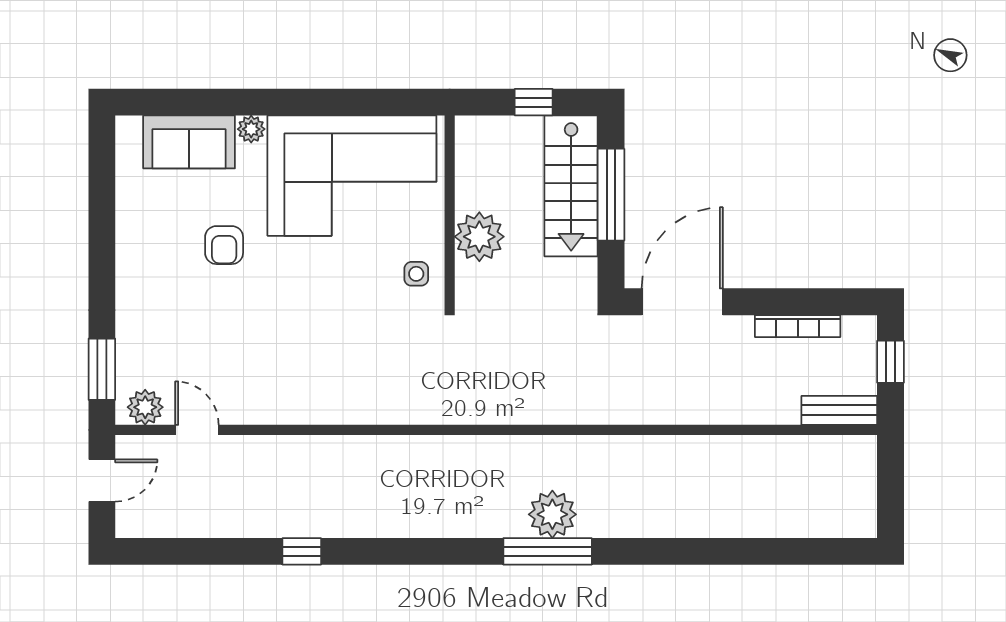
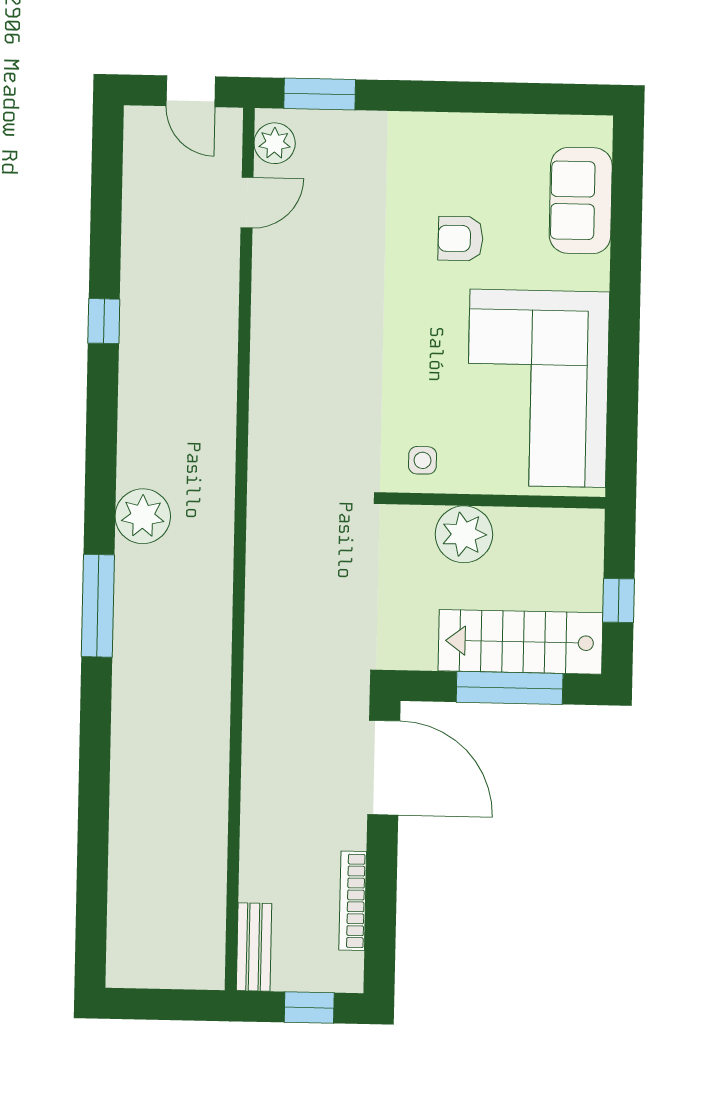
plant: (251, 129) -> (594, 273), removed
plant: (552, 514) -> (143, 516), moved

